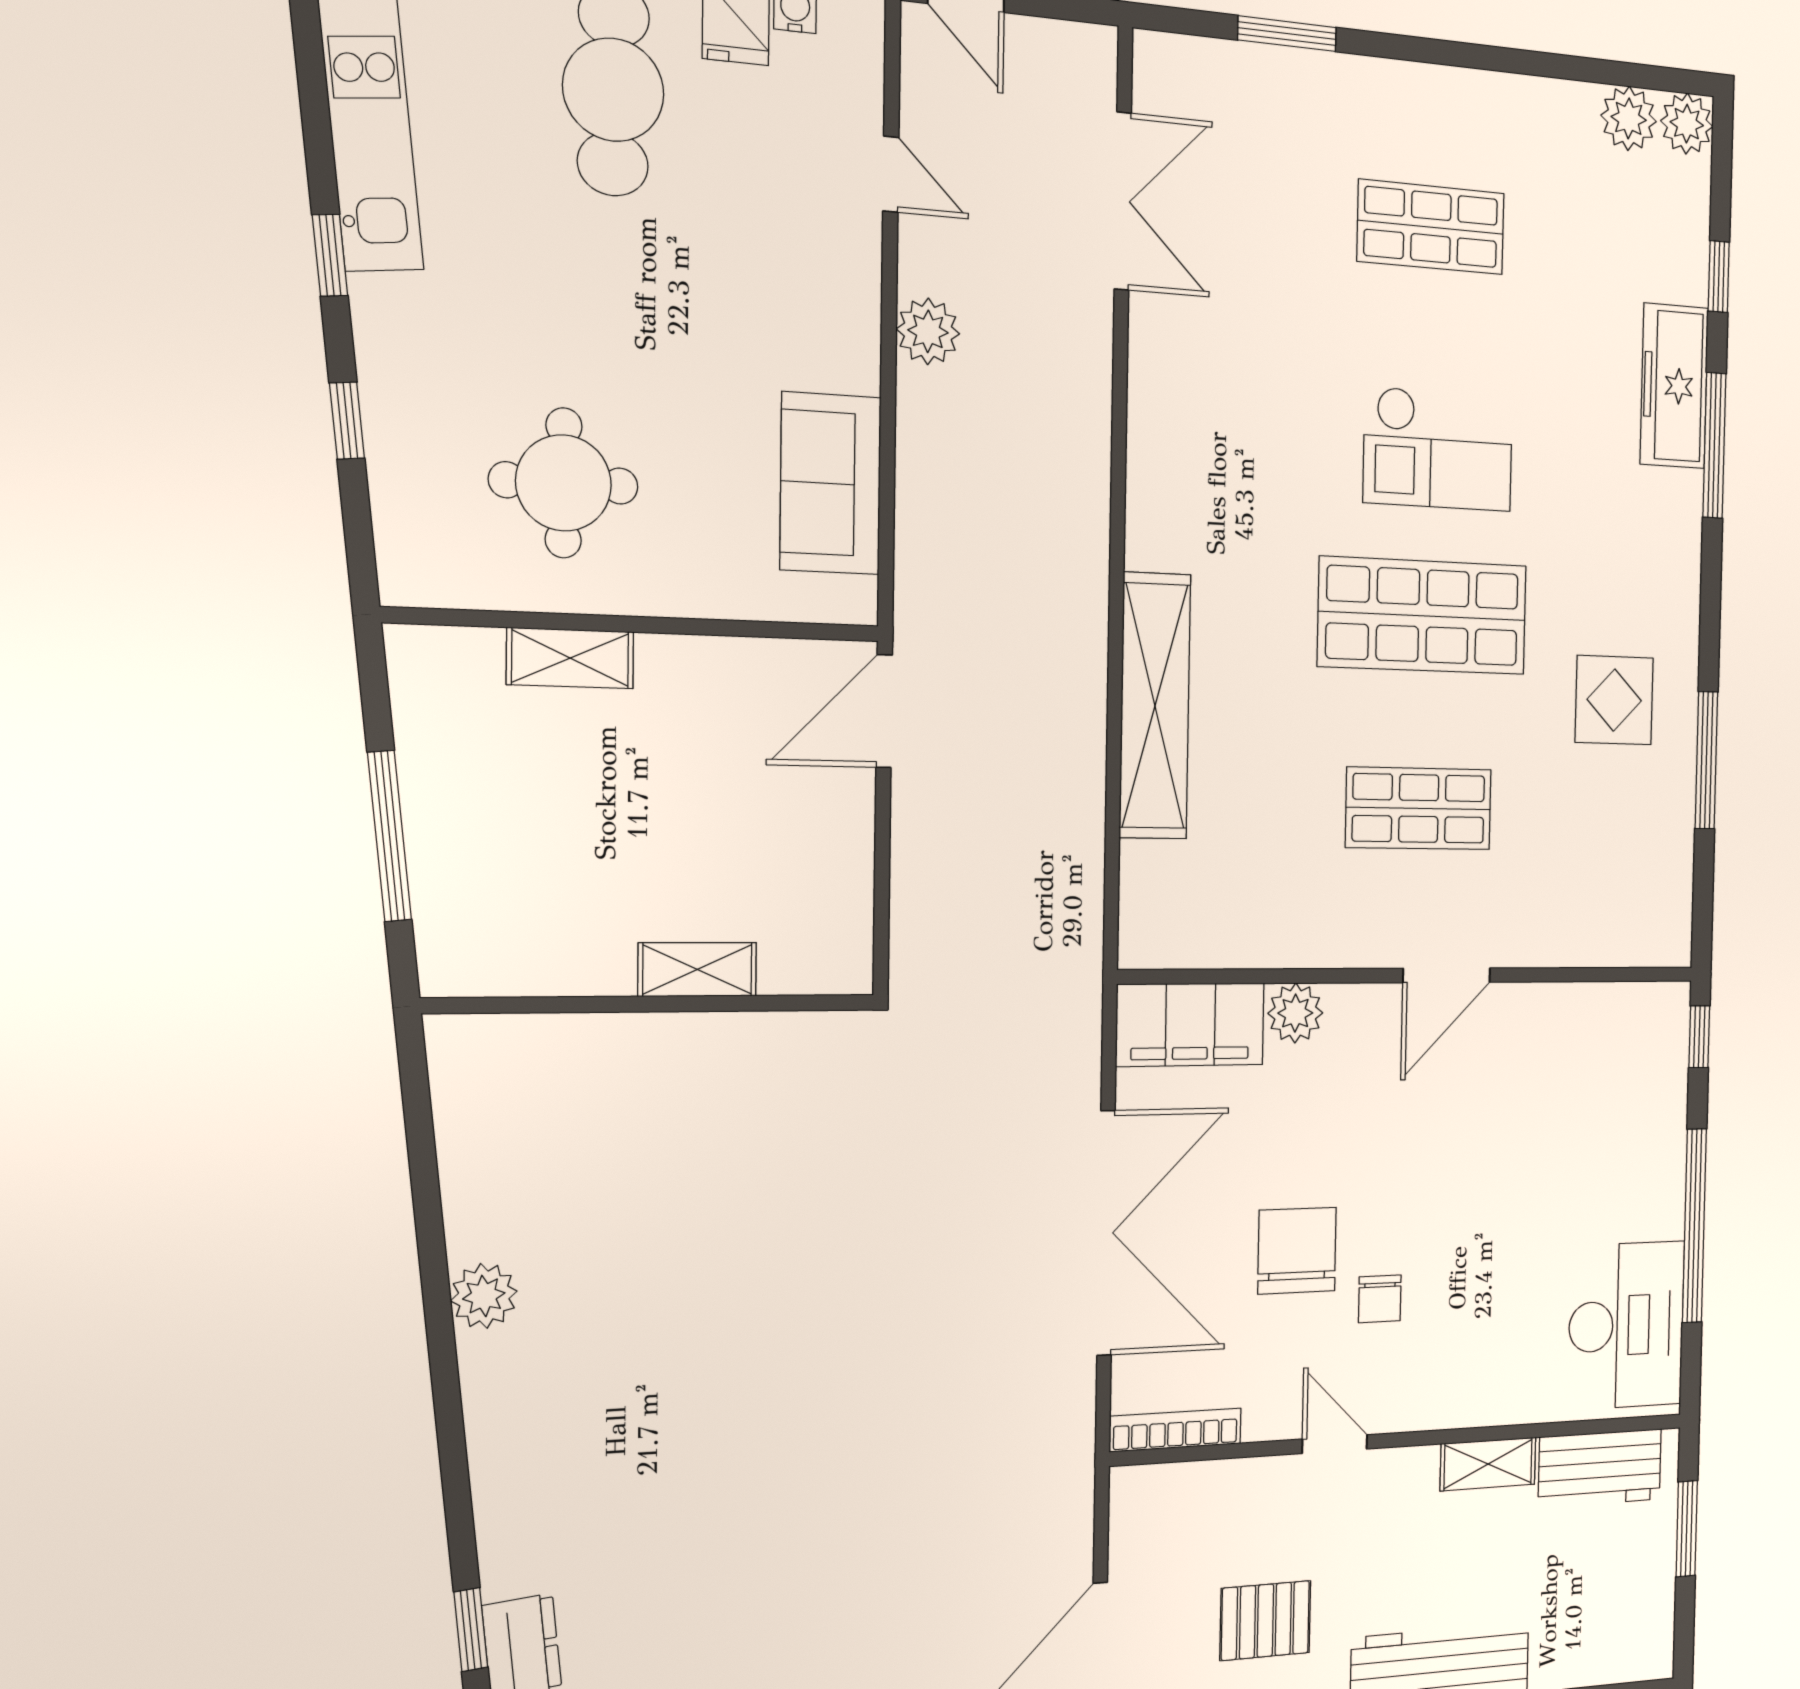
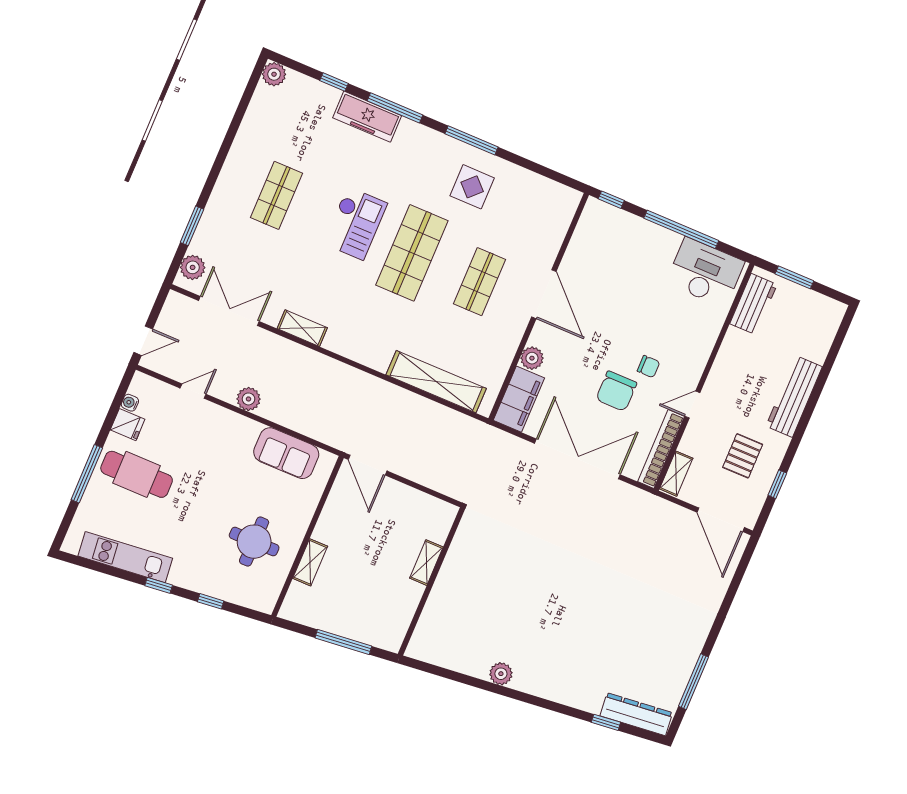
plant: (1629, 118) -> (193, 267), moved
shelving: (1152, 408) -> (302, 328), added
shelving: (1155, 706) -> (436, 382), moved
window: (1706, 760) -> (471, 140), moved
door: (1447, 975) -> (544, 294), width x1.36
chair: (1297, 1251) -> (616, 391), turned -90
bookcase: (1175, 1430) -> (661, 449), width x1.48, depth x1.31
shelving: (1488, 1464) -> (676, 474), moved

